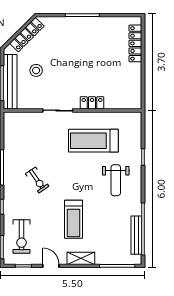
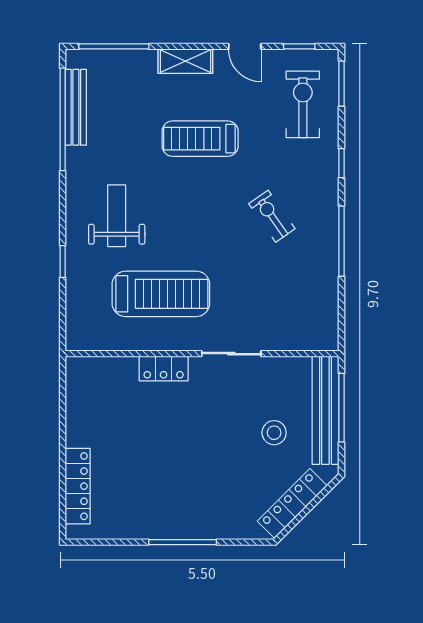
treadmill: (73, 219) -> (200, 139), turned -90

